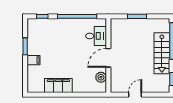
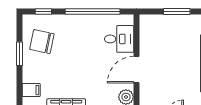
chair: (41, 38) -> (42, 42), added
filing cabinet: (33, 60) -> (31, 90), moved

